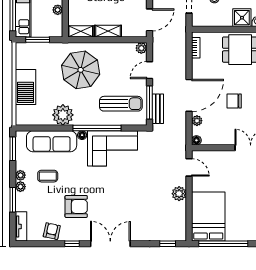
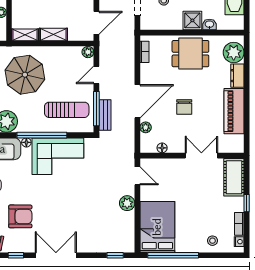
chair: (234, 101) -> (184, 107), turned -90
floor lamp: (196, 140) -> (162, 148), moved

